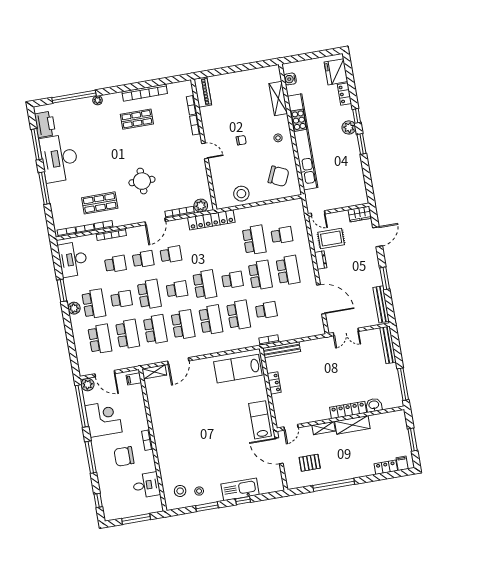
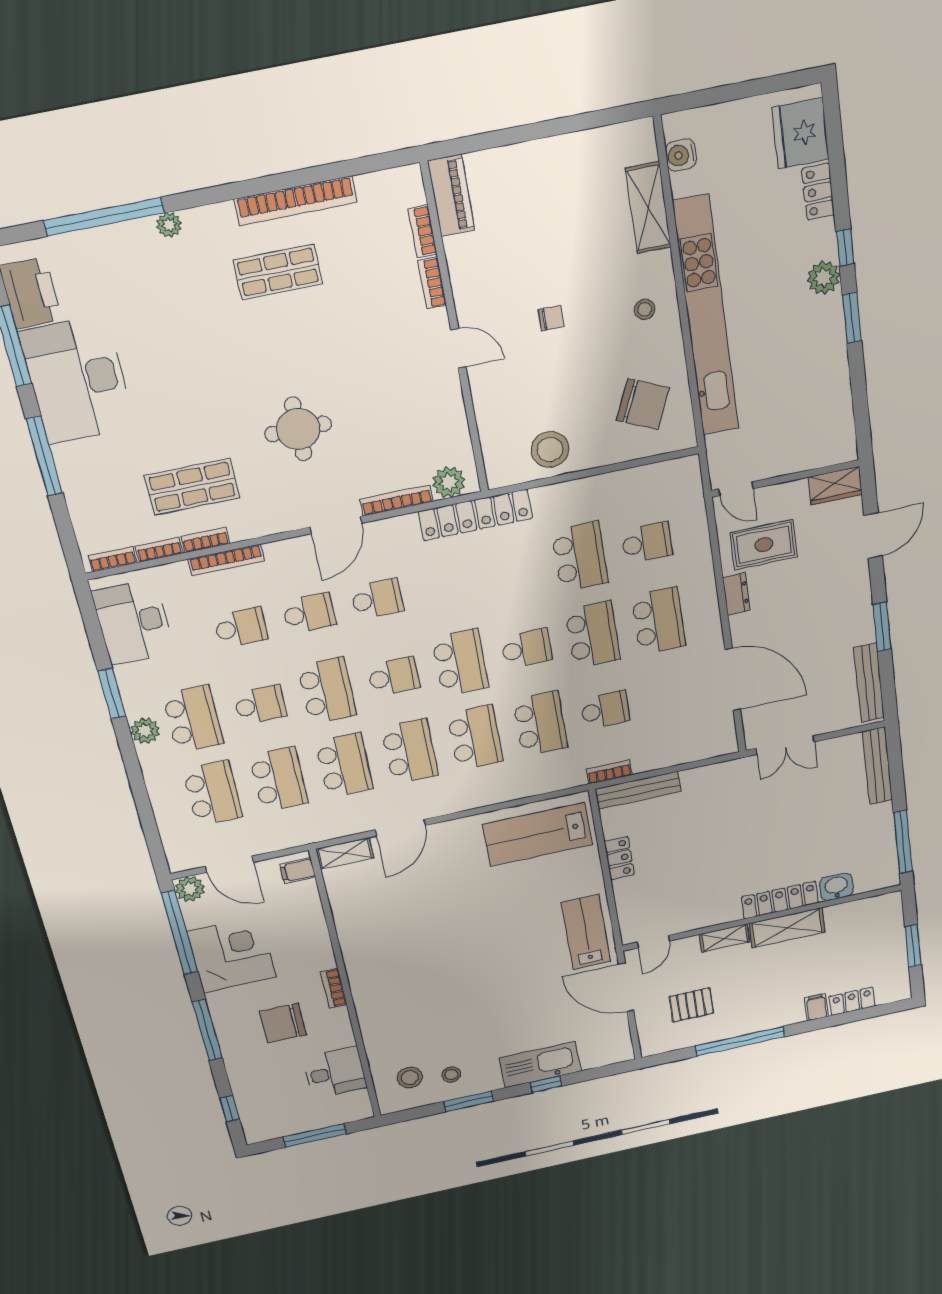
filing cabinet: (402, 463) -> (817, 1007), moved

